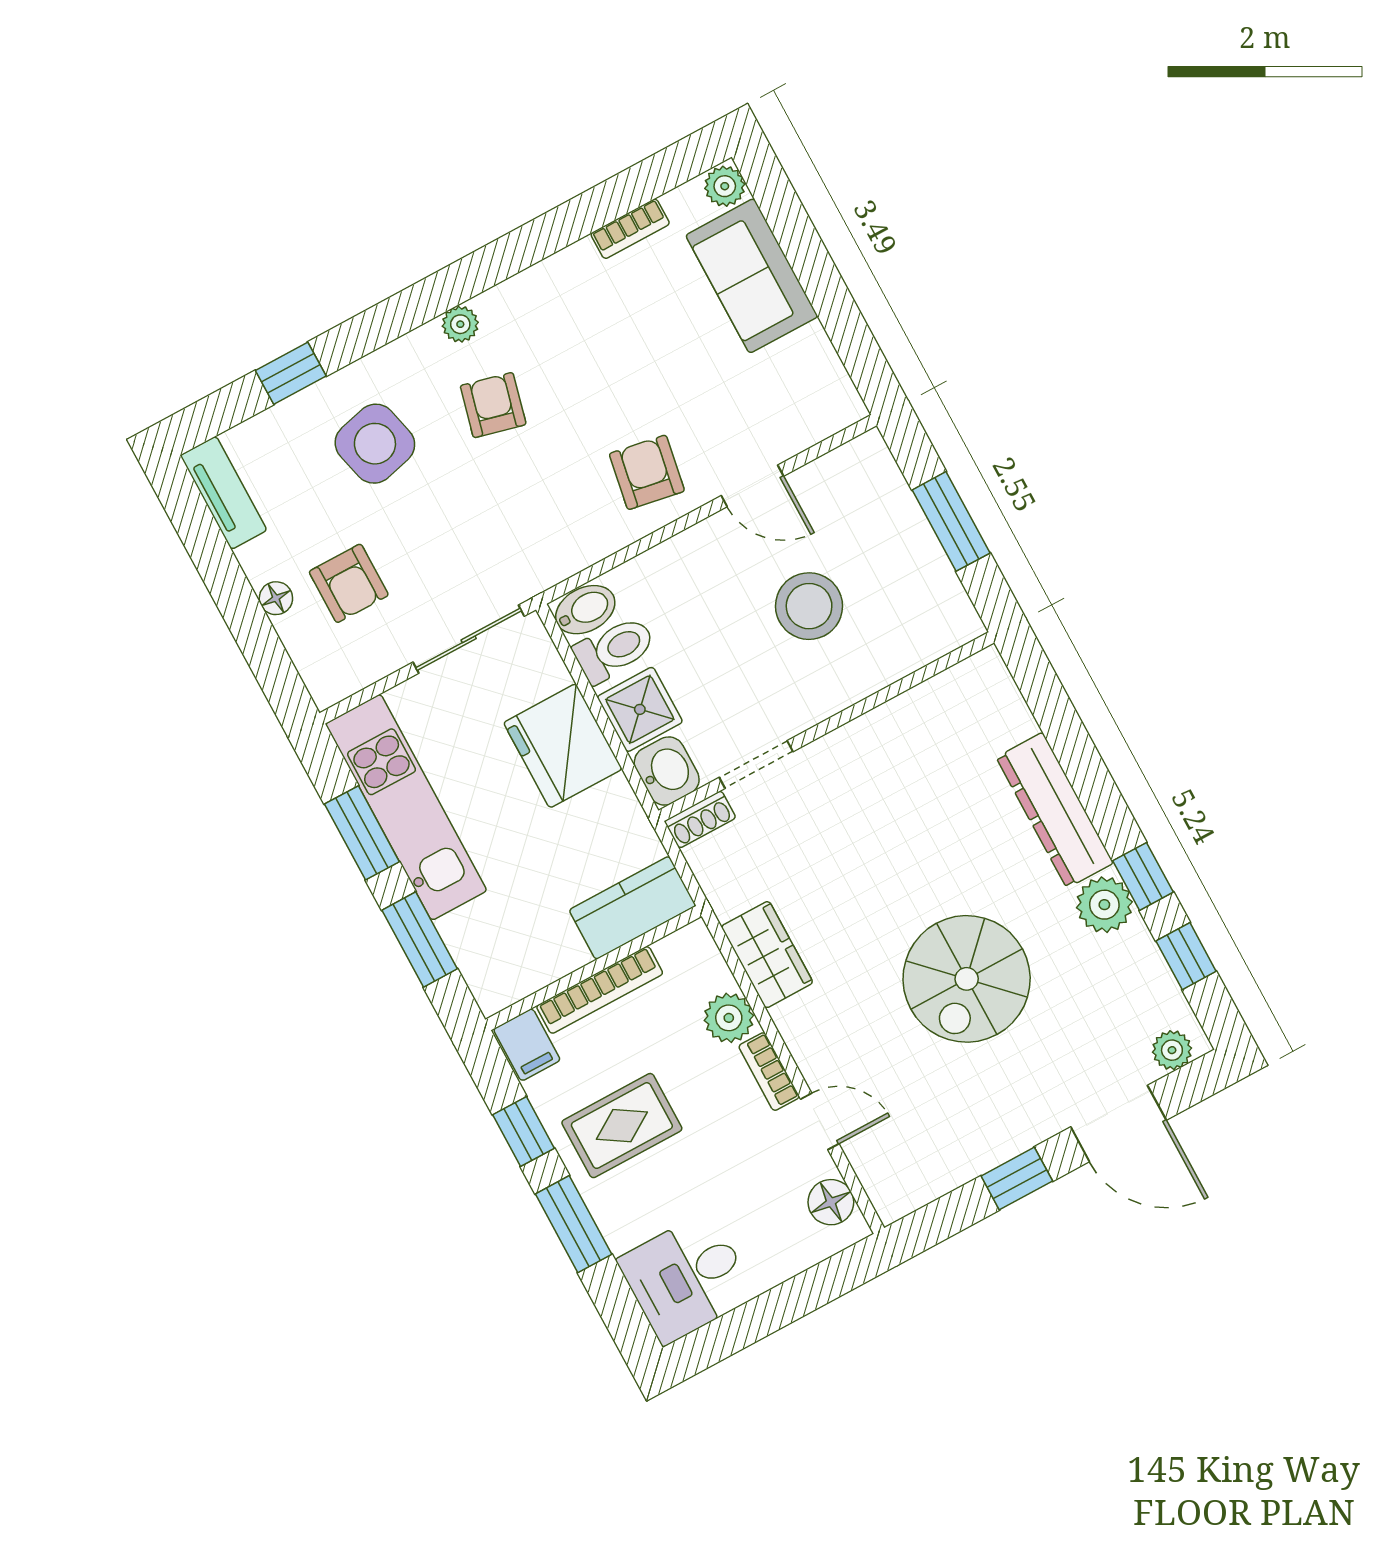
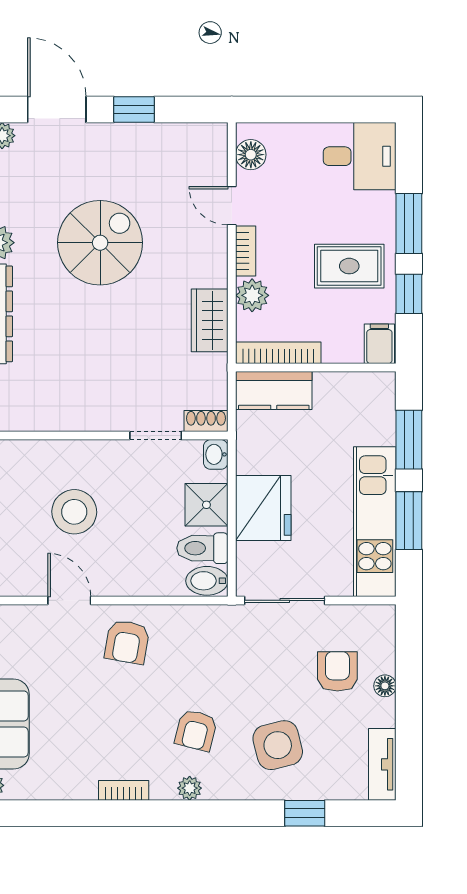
bookcase: (630, 229) -> (124, 790), moved
washbasin: (667, 771) -> (216, 454), width x0.72, depth x0.69
bookcase: (600, 990) -> (278, 353), moved

